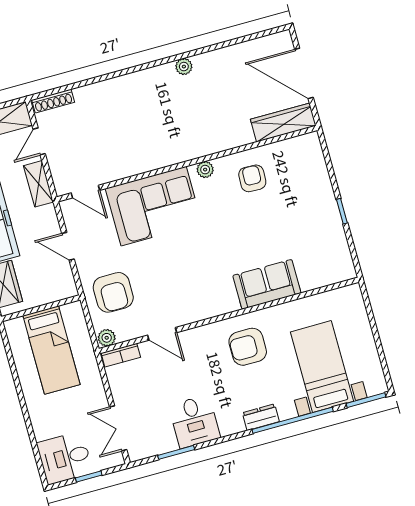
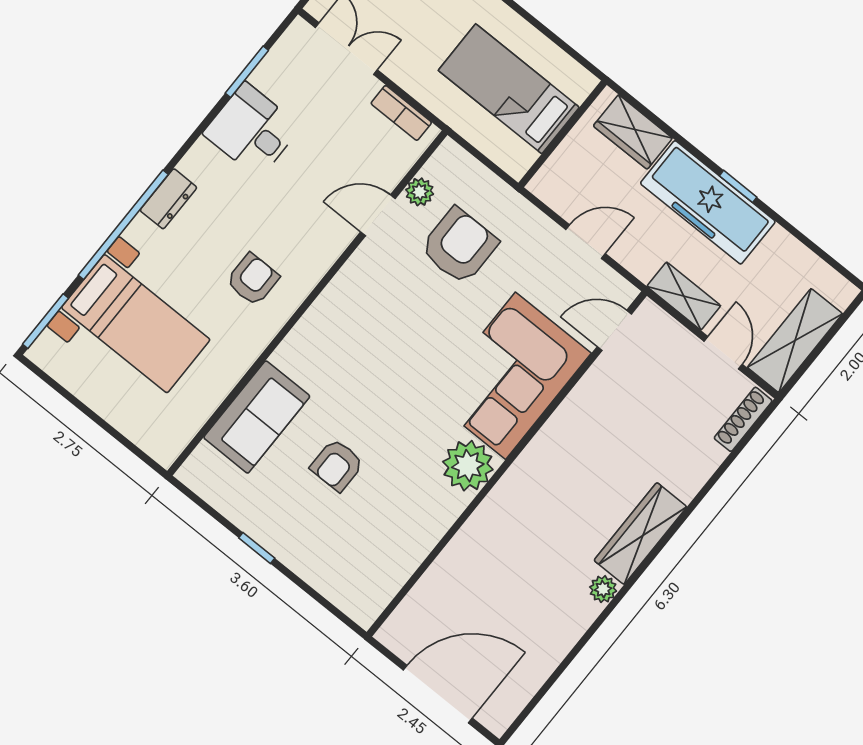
wardrobe: (283, 122) -> (640, 534), moved, turned 180
plant: (205, 170) -> (468, 466), width x1.88, depth x1.88
armchair: (252, 178) -> (337, 465), moved, turned 88
sofa: (267, 284) -> (257, 417), moved
armchair: (113, 292) -> (459, 246), moved, turned 90
plant: (107, 338) -> (420, 192), moved
armchair: (248, 347) -> (253, 279), width x0.72, depth x0.72
bookcase: (121, 355) -> (401, 113), moved, turned -90

